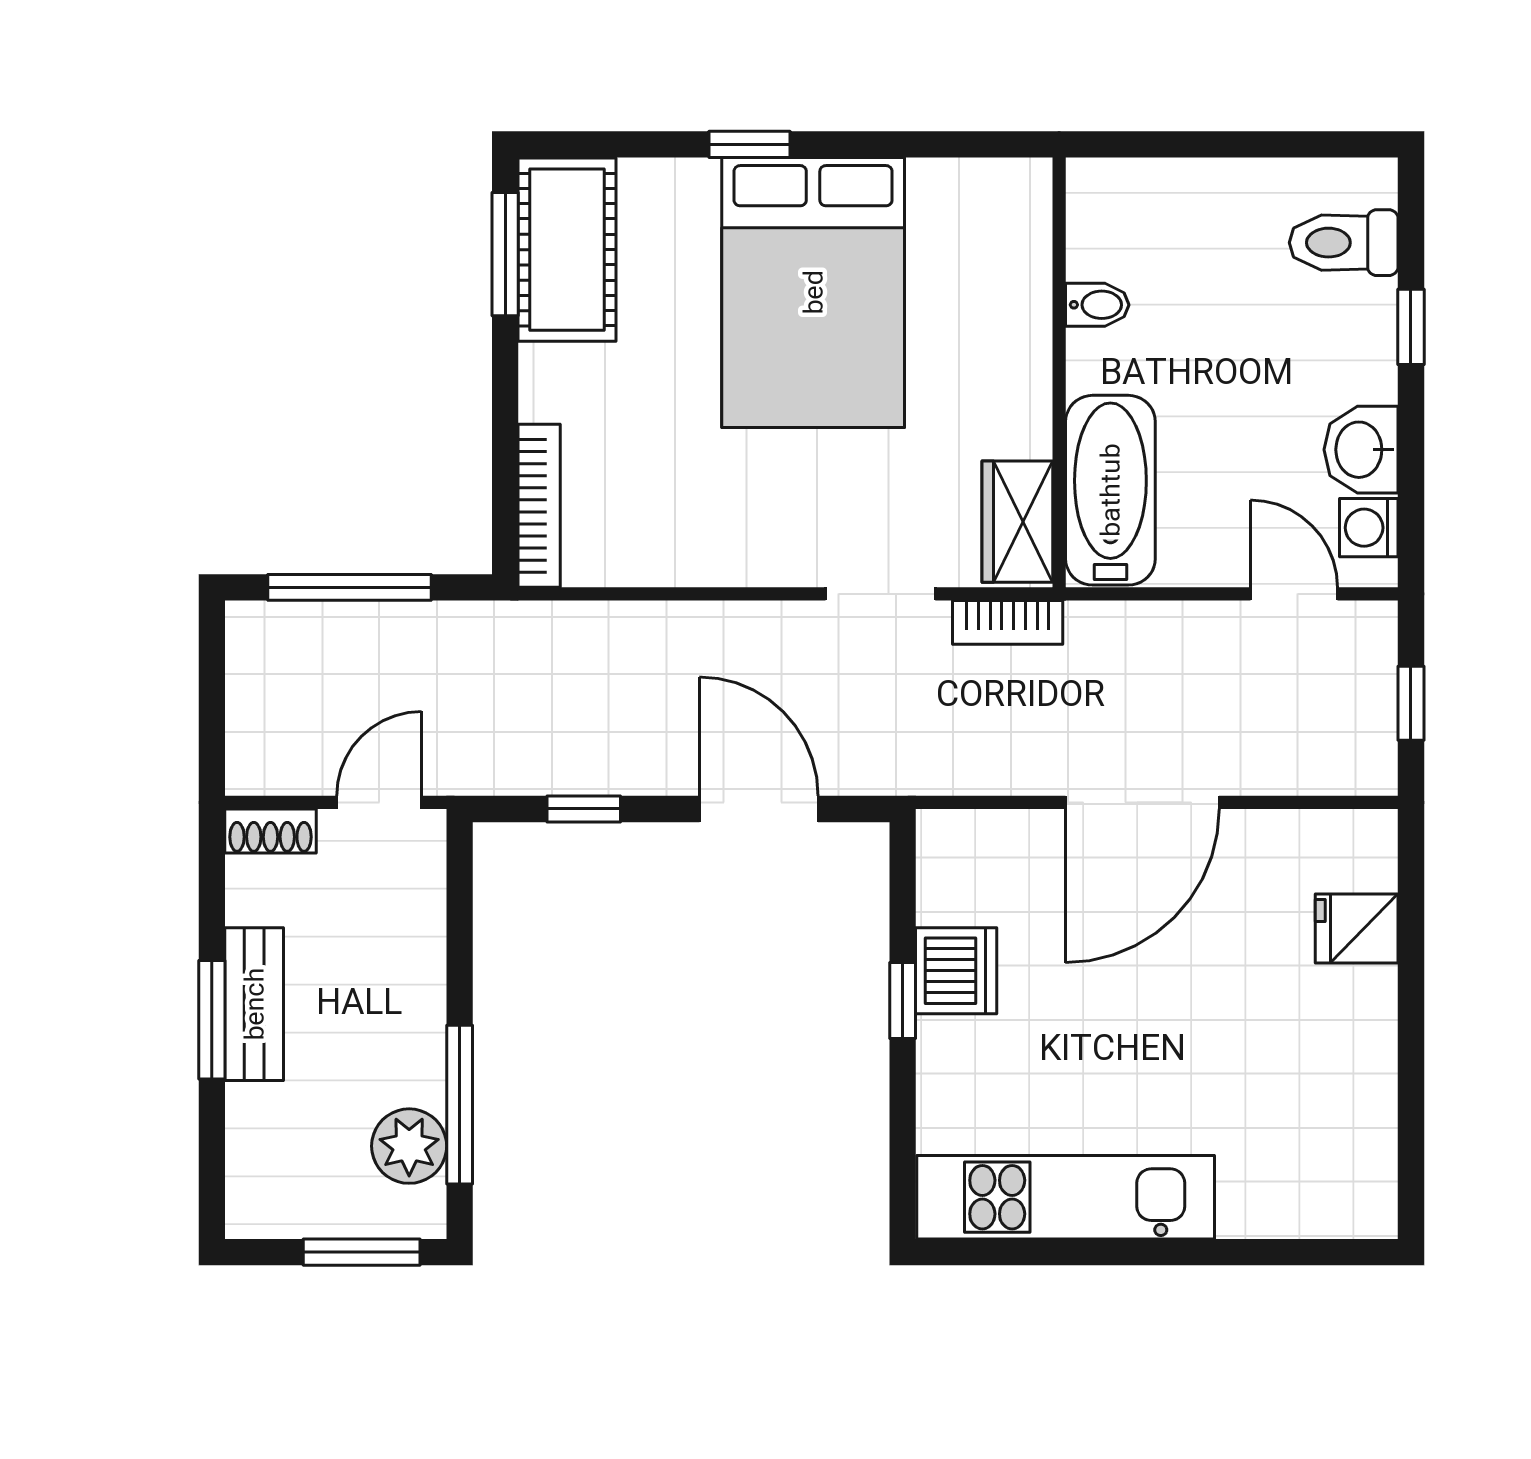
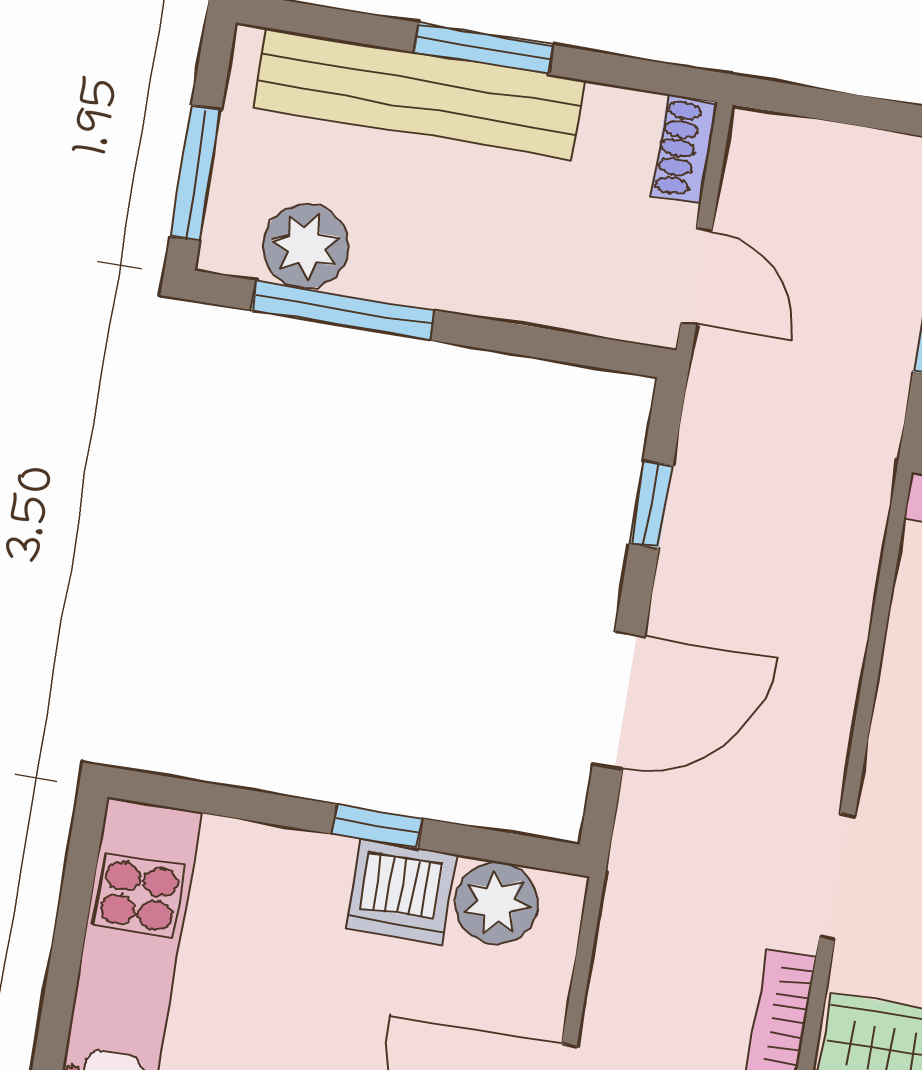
plant: (952, 886) -> (497, 903), added
bench: (254, 1004) -> (418, 93), width x1.86, depth x1.21

